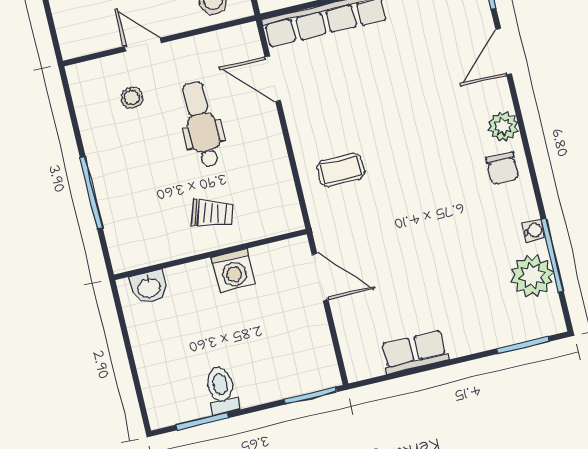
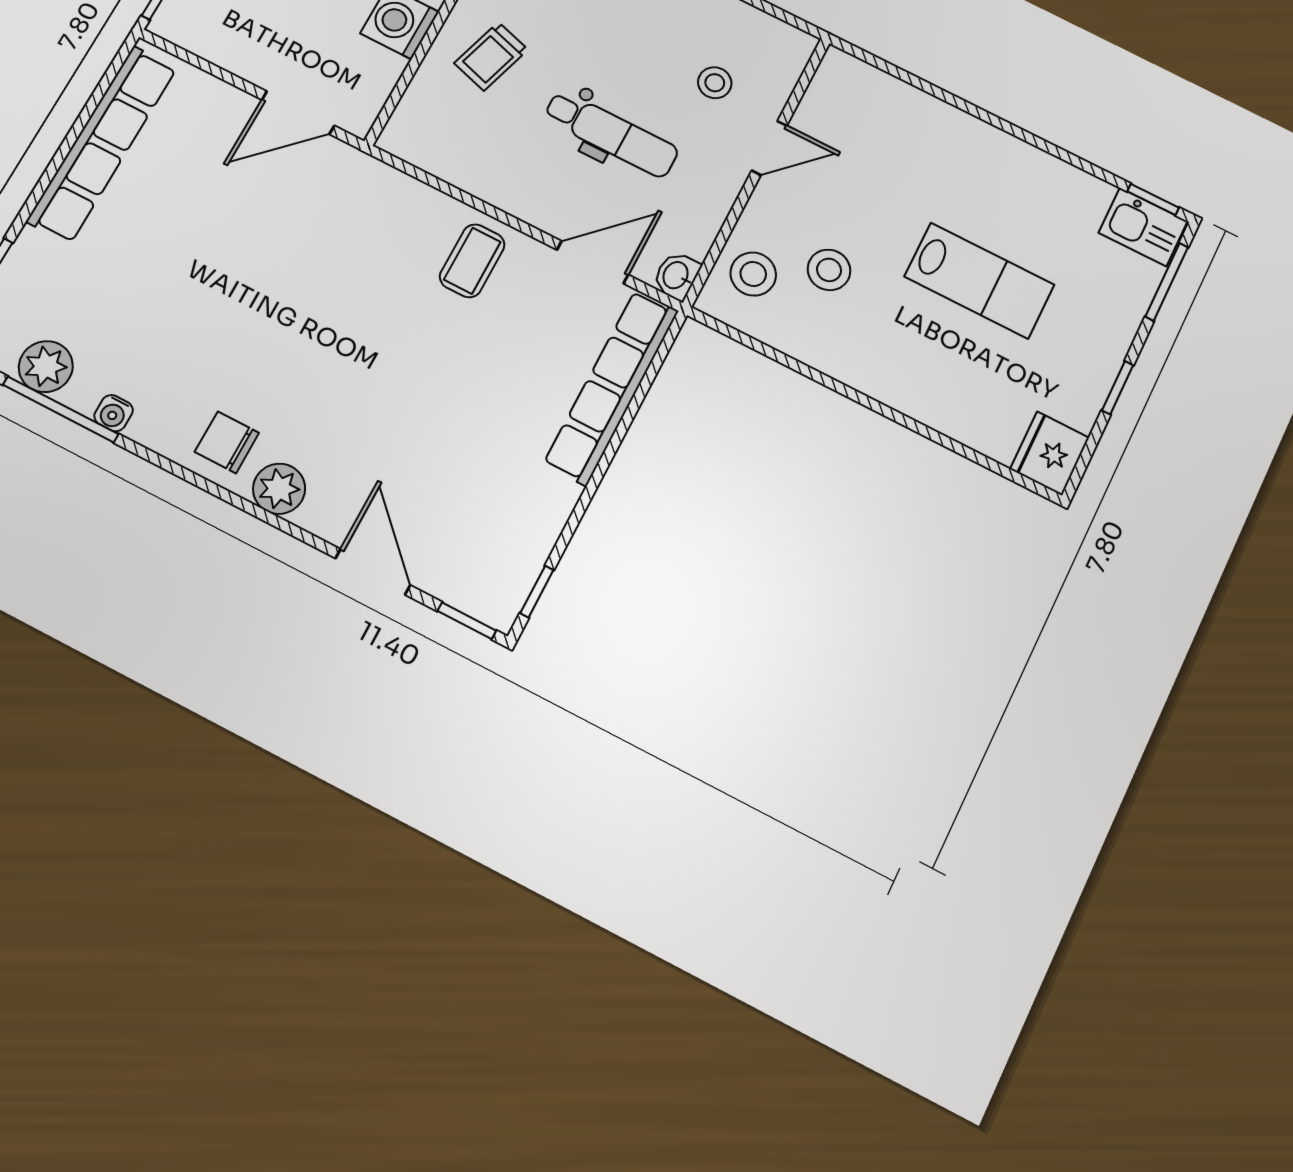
washbasin: (245, 35) -> (676, 276), added
coffee table: (341, 170) -> (472, 261), moved
plant: (532, 276) -> (46, 367), width x0.73, depth x0.73
row of seats: (415, 352) -> (102, 144), width x2.02

